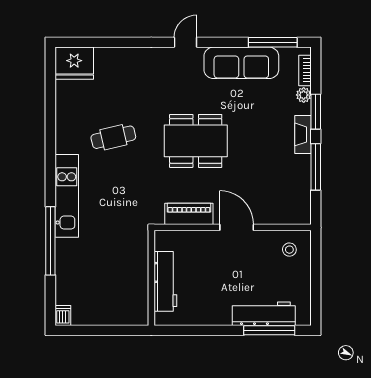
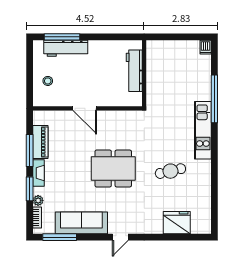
fridge: (74, 63) -> (177, 223), moved
piano: (189, 214) -> (40, 142), moved, turned -90
stool: (289, 250) -> (48, 81), moved

